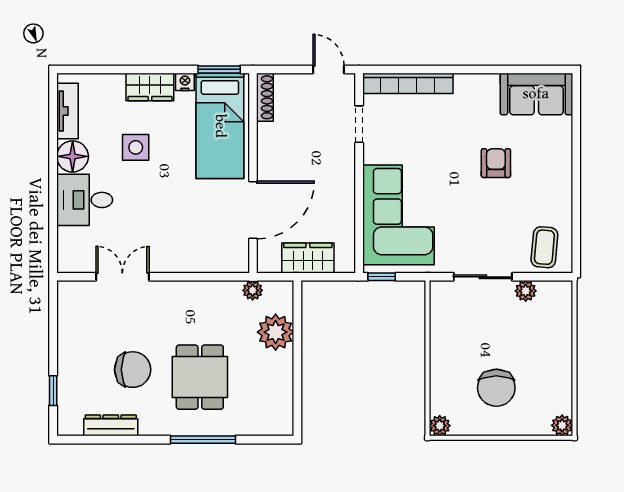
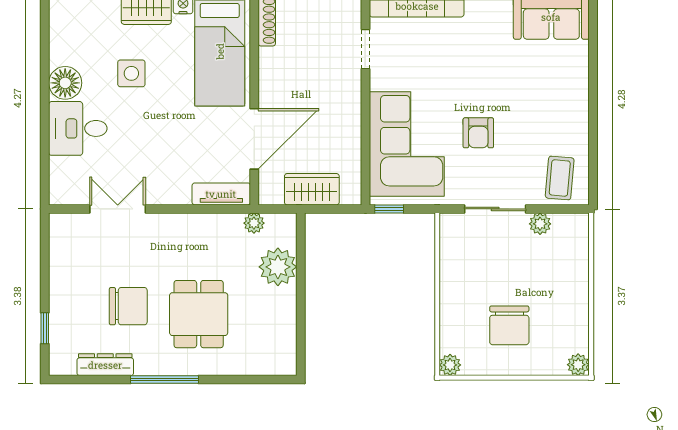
tv unit: (67, 111) -> (221, 194), moved, turned -90
armchair: (496, 163) -> (478, 133), moved, turned 180
window: (203, 440) -> (164, 380), moved

